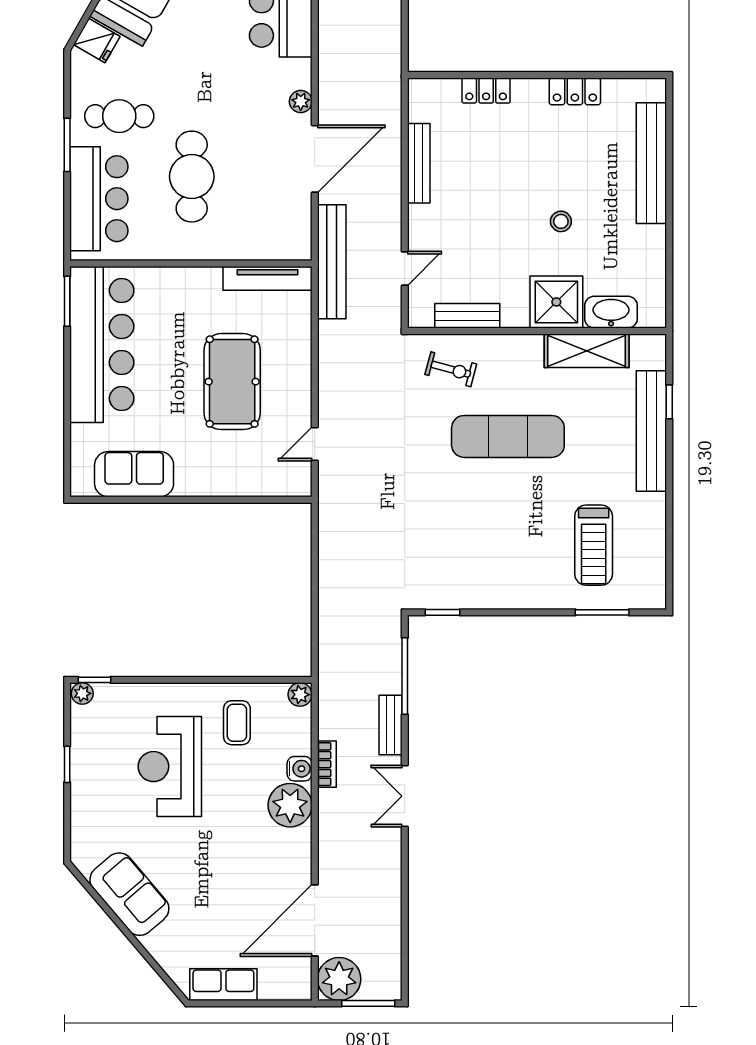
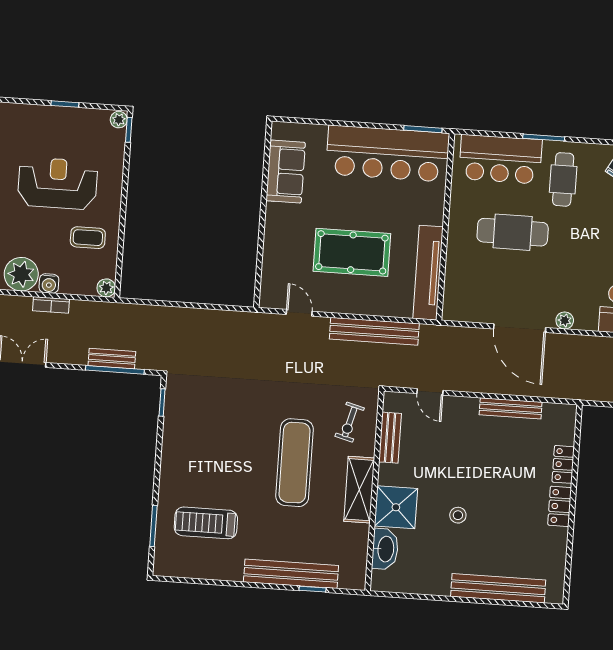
locker: (575, 91) -> (560, 506), moved
bench: (332, 262) -> (374, 331), moved
tv unit: (267, 278) -> (428, 273), width x1.36, depth x1.29
shelving: (587, 351) -> (359, 490), moved
bench: (390, 725) -> (112, 359), moved

